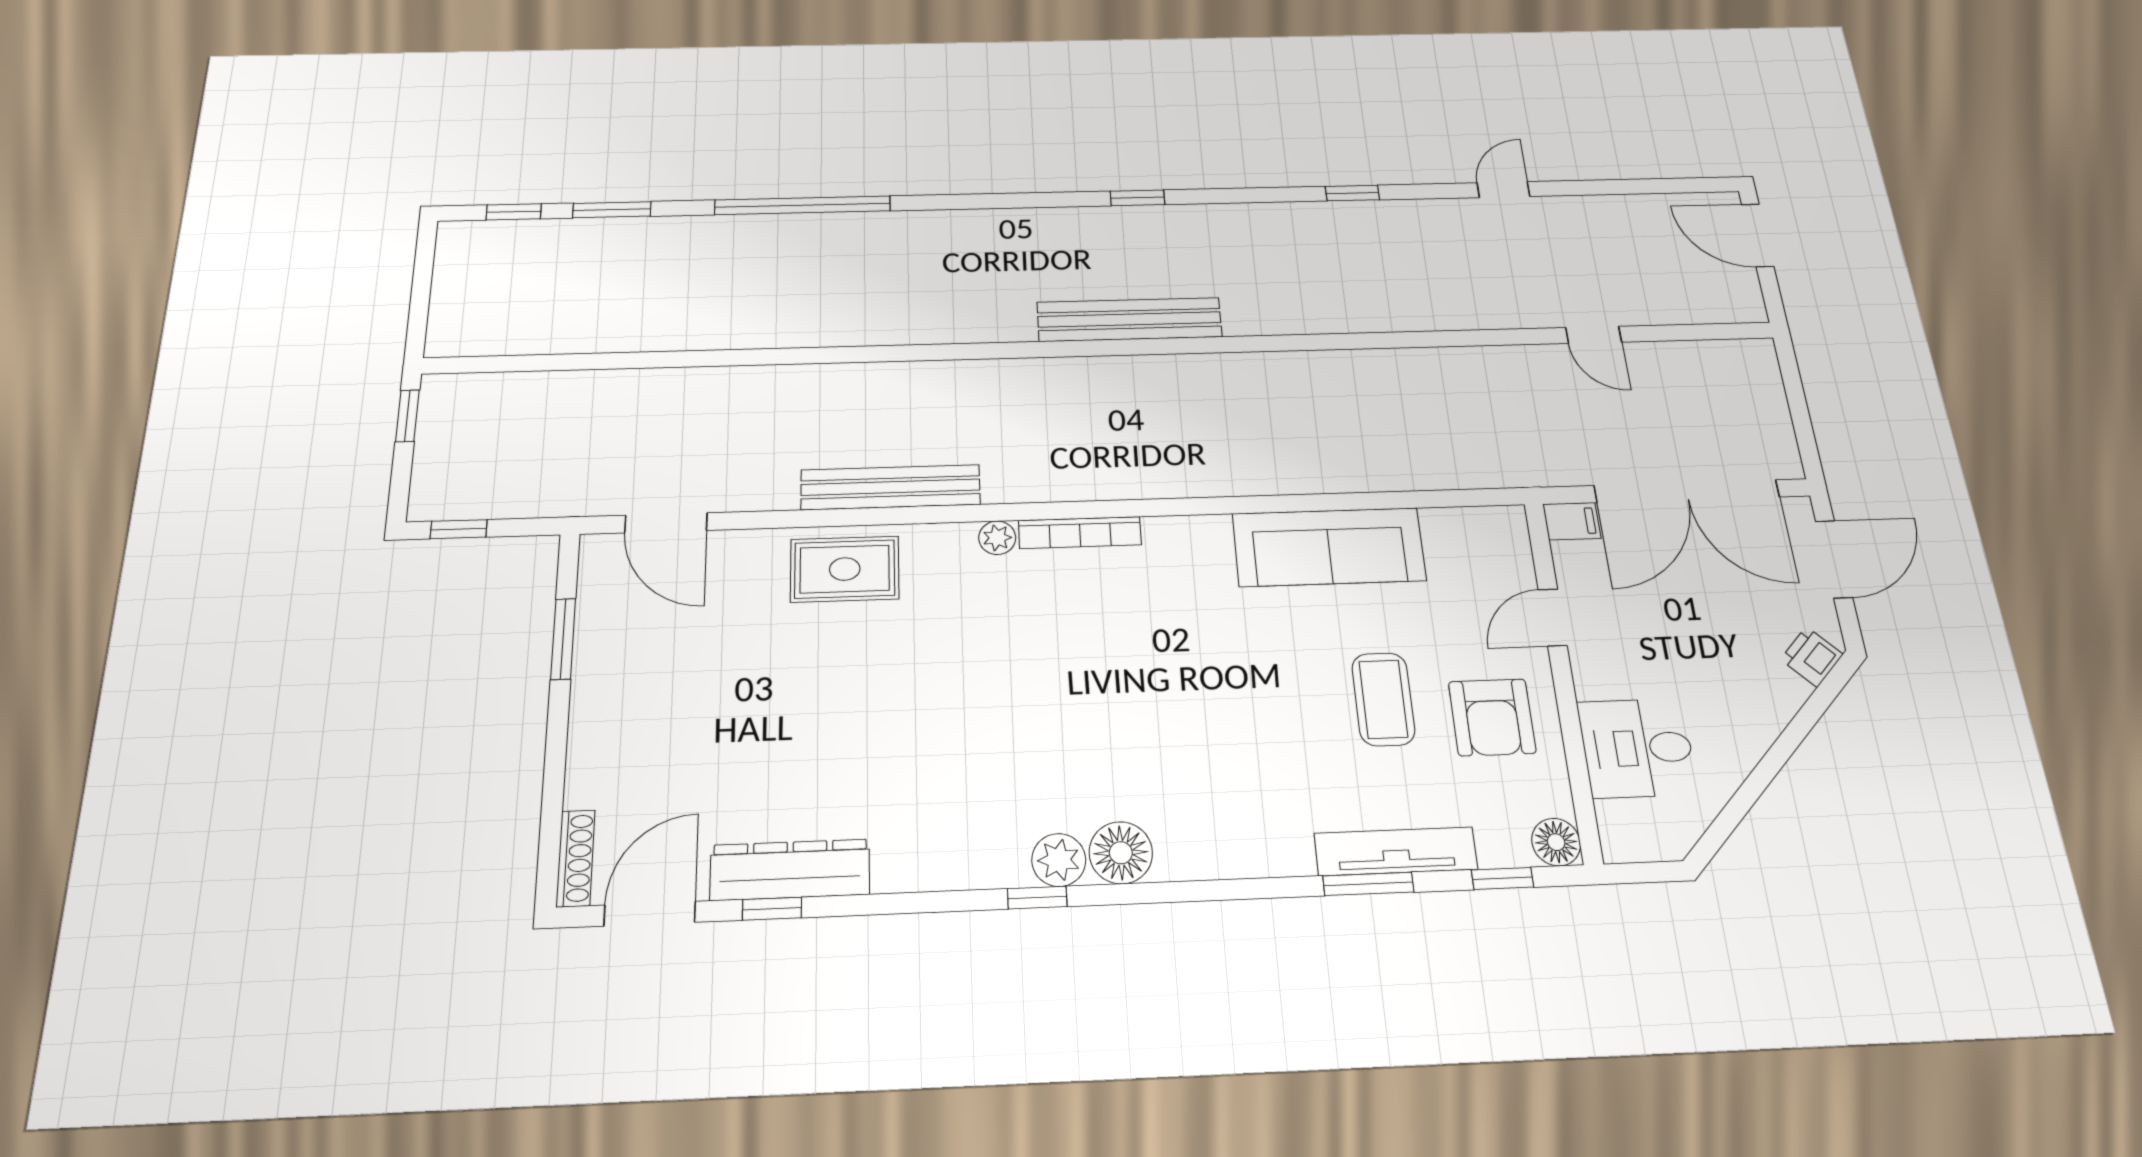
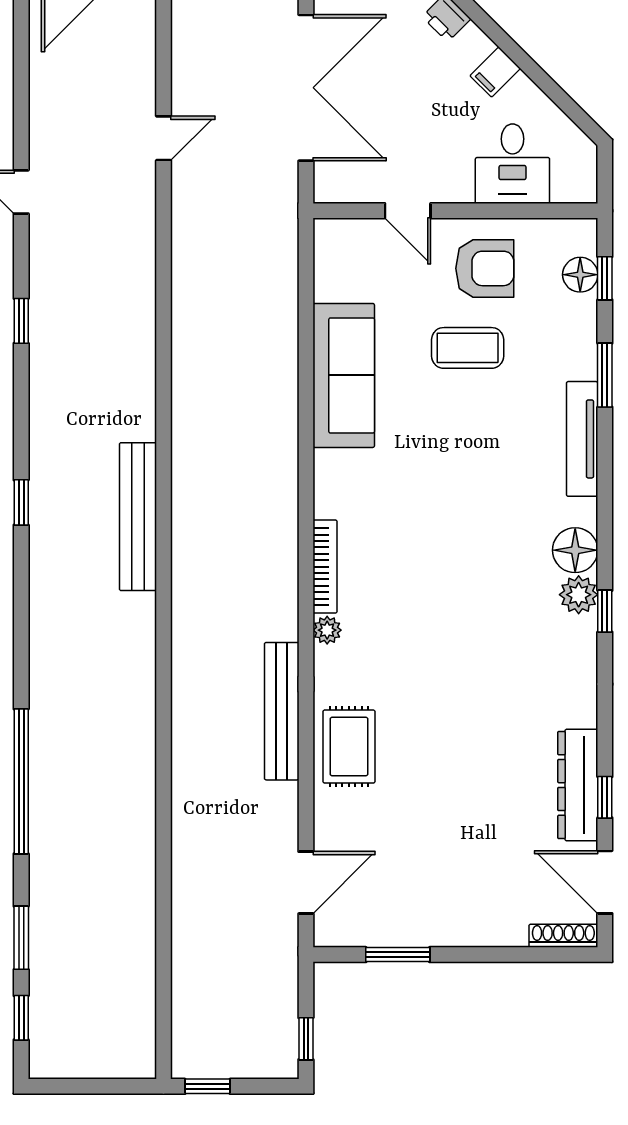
filing cabinet: (1572, 521) -> (495, 72), moved, turned -135
floor lamp: (1556, 842) -> (580, 275), moved
tv unit: (1396, 851) -> (582, 439), moved

